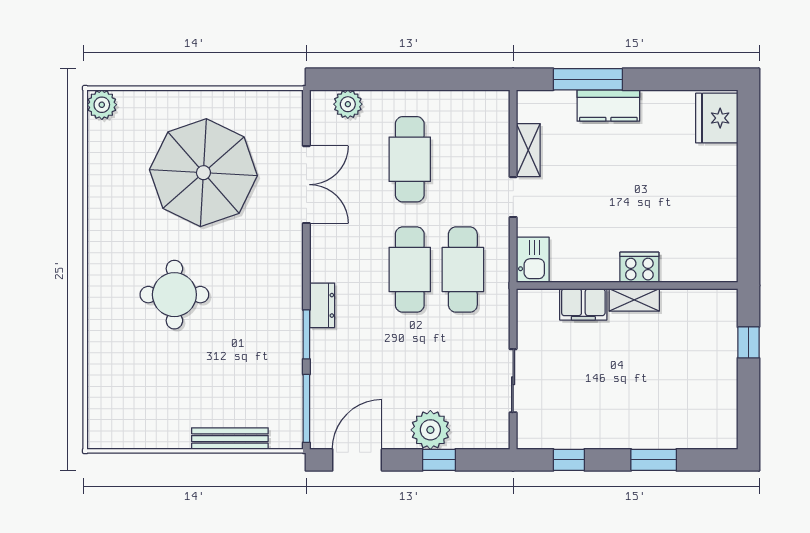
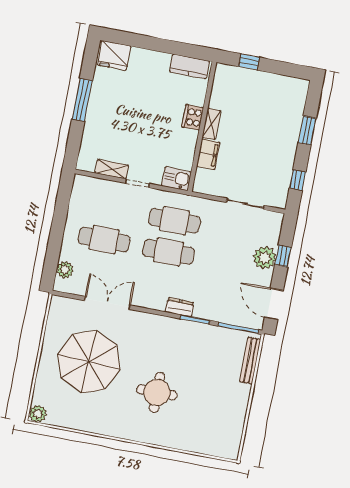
window: (588, 79) -> (82, 100), moved
kitchen counter: (608, 106) -> (189, 66), moved, turned 90
bench: (230, 439) -> (250, 361), moved

